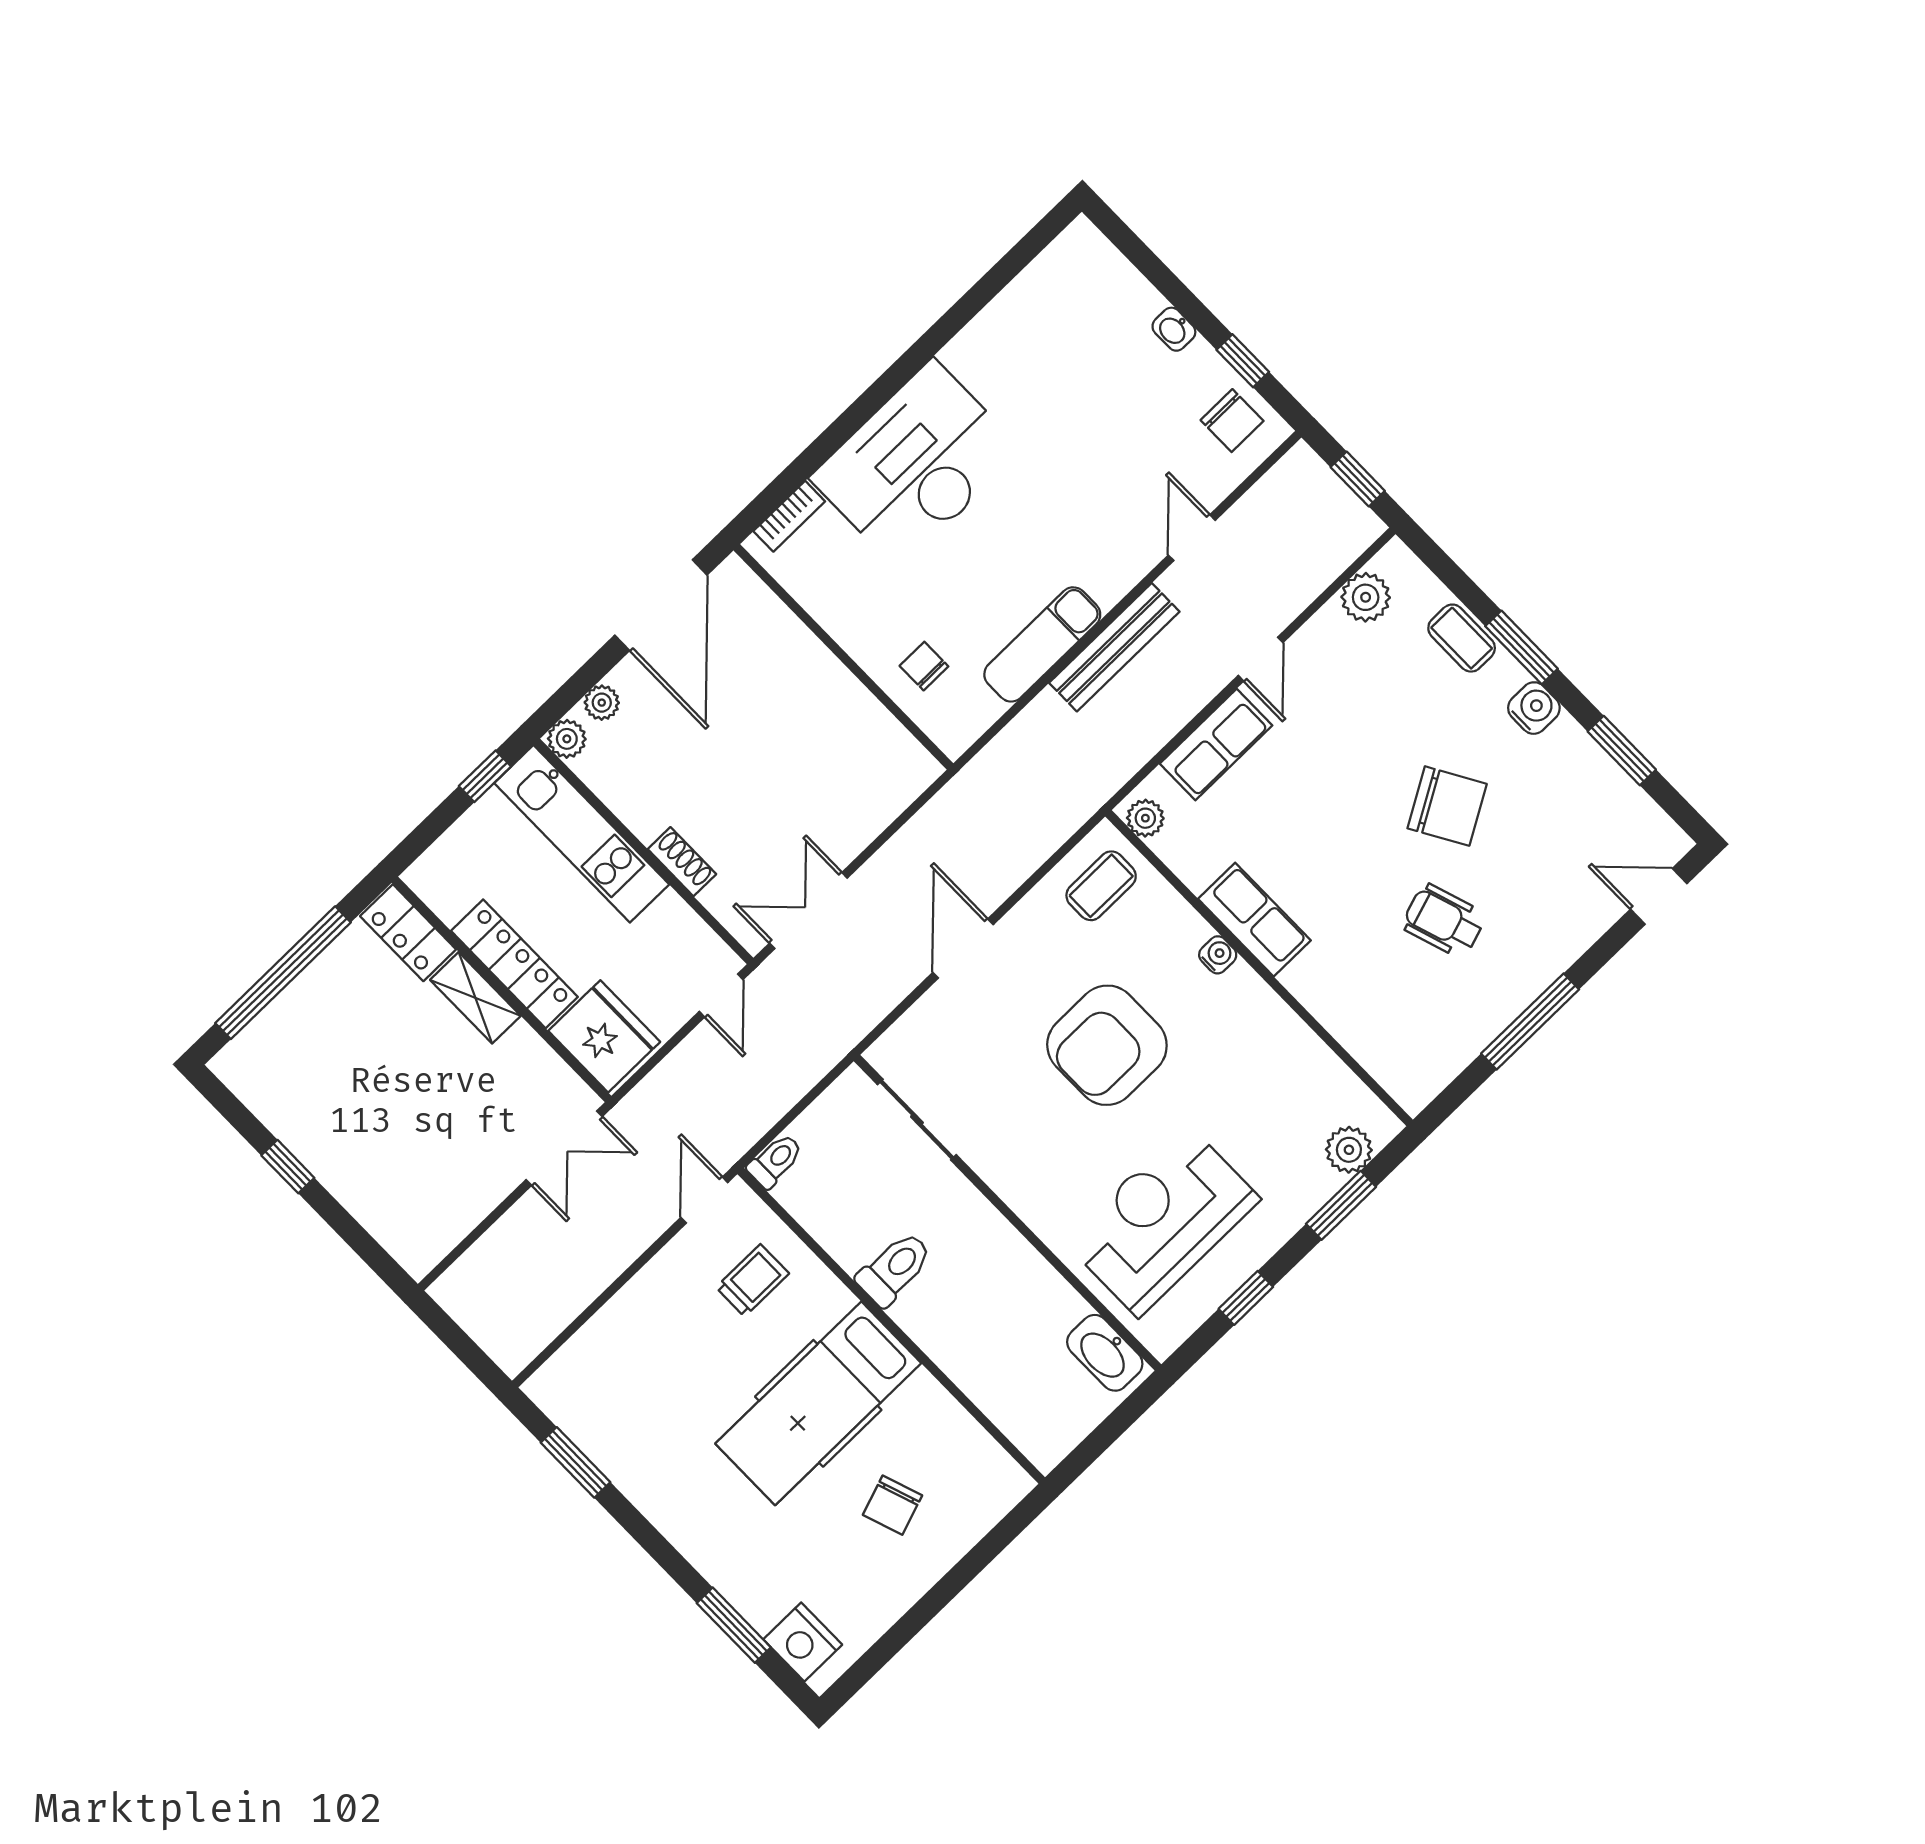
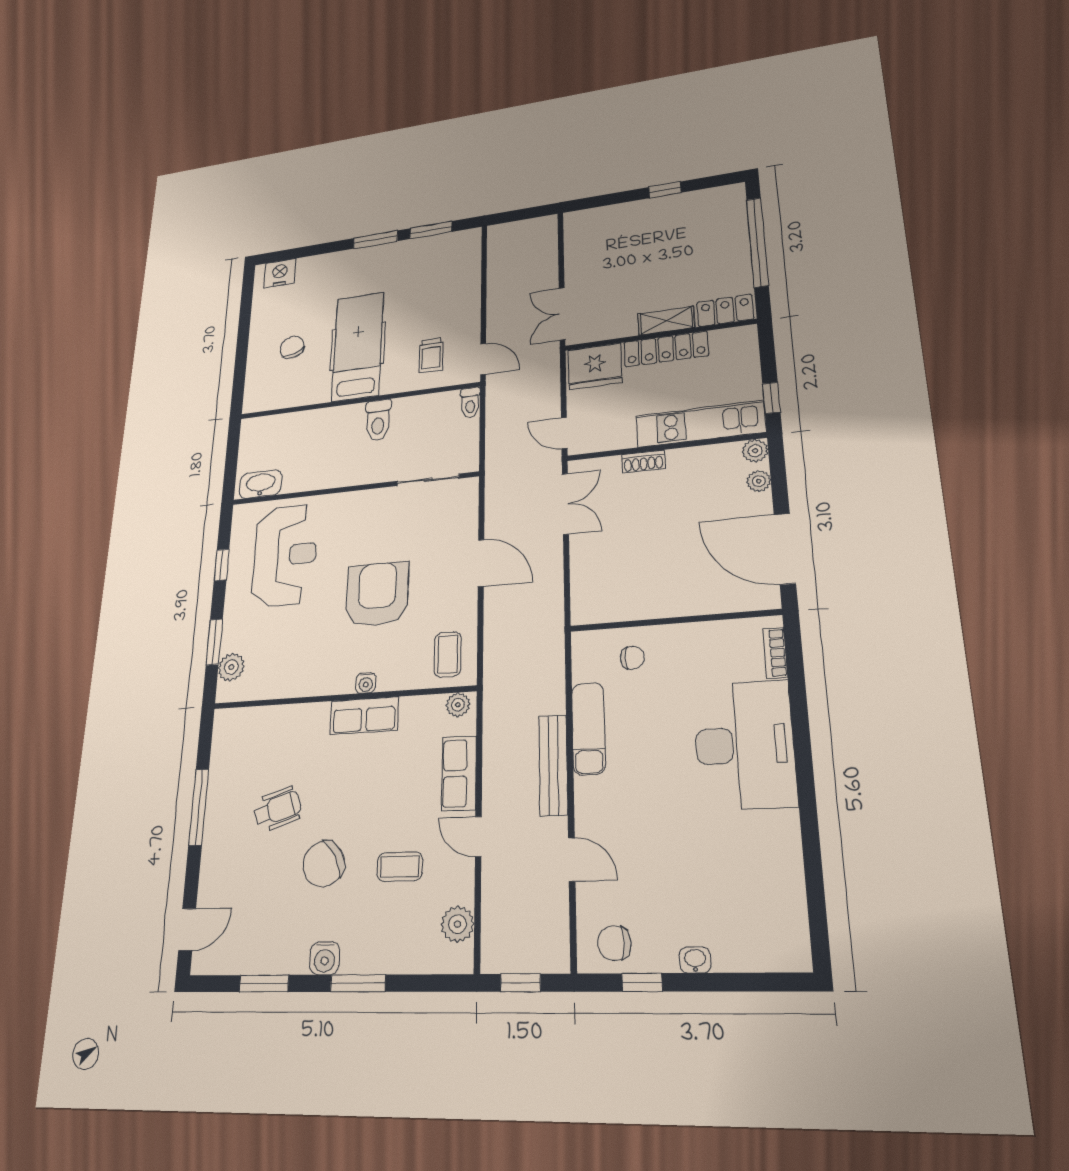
coffee table: (1462, 638) -> (400, 867), moved
window: (734, 1625) -> (376, 240), moved

